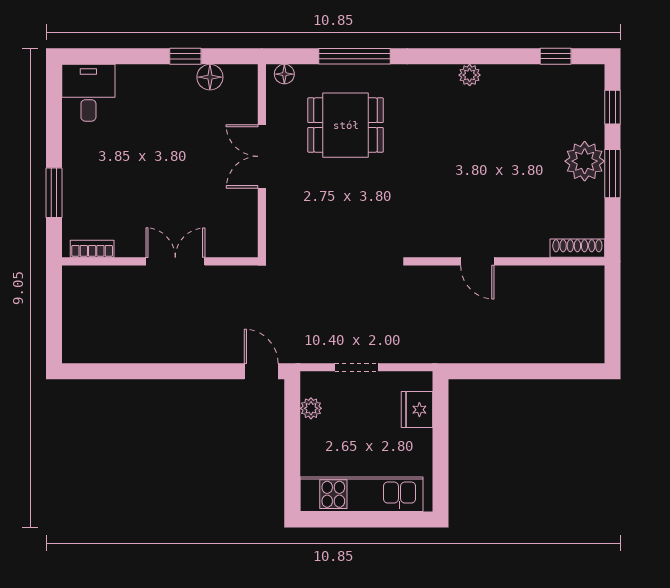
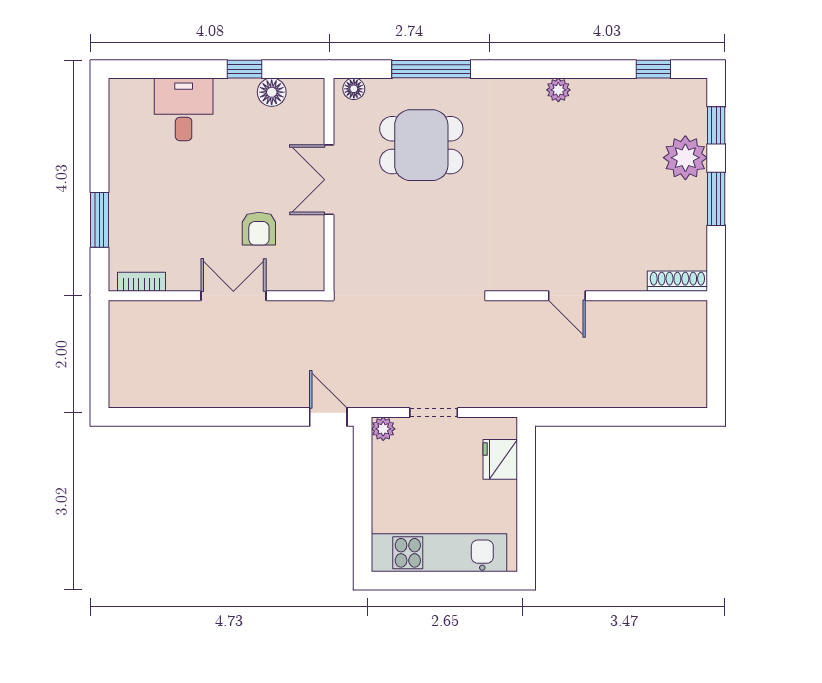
desk: (88, 93) -> (184, 109), moved
plant: (585, 161) -> (685, 158), moved
armchair: (198, 201) -> (259, 229), added
plant: (311, 408) -> (383, 429), moved

